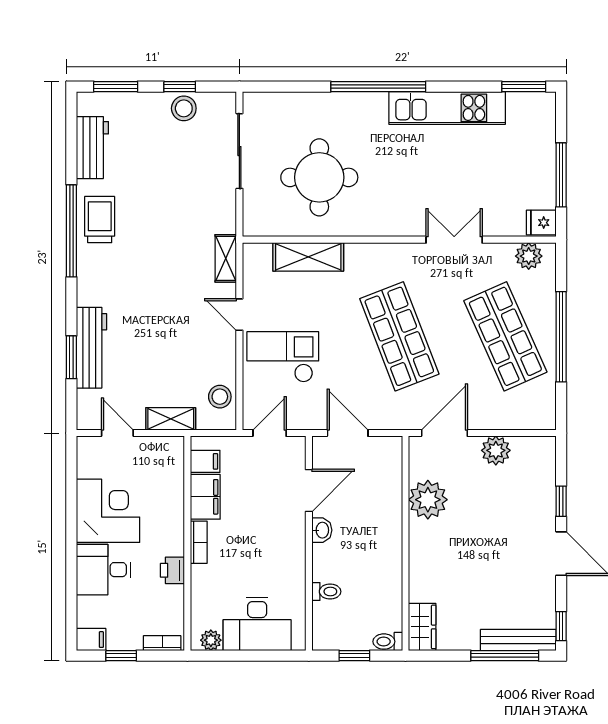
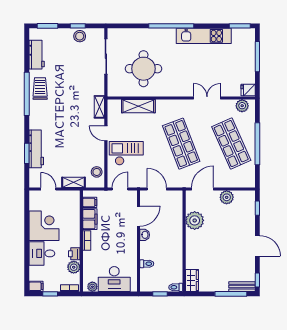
window: (561, 175) -> (257, 57), moved
window: (561, 501) -> (257, 208), moved
plant: (171, 599) -> (74, 267), added
bench: (518, 640) -> (242, 287), width x0.73

